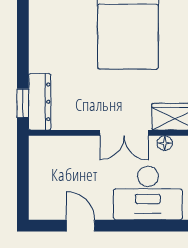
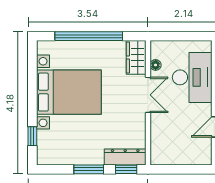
window: (23, 52) -> (89, 169), added

